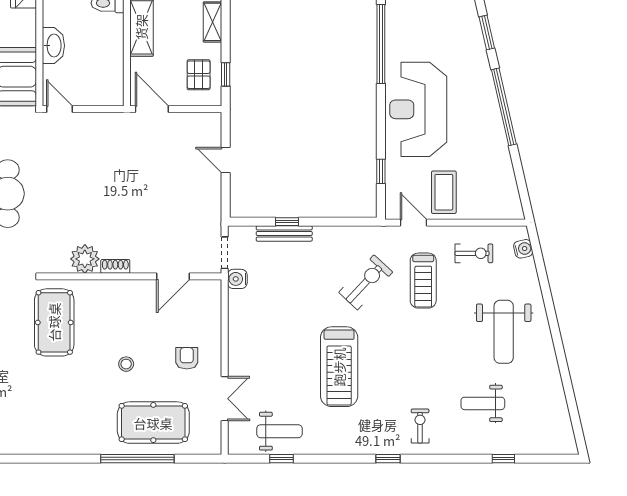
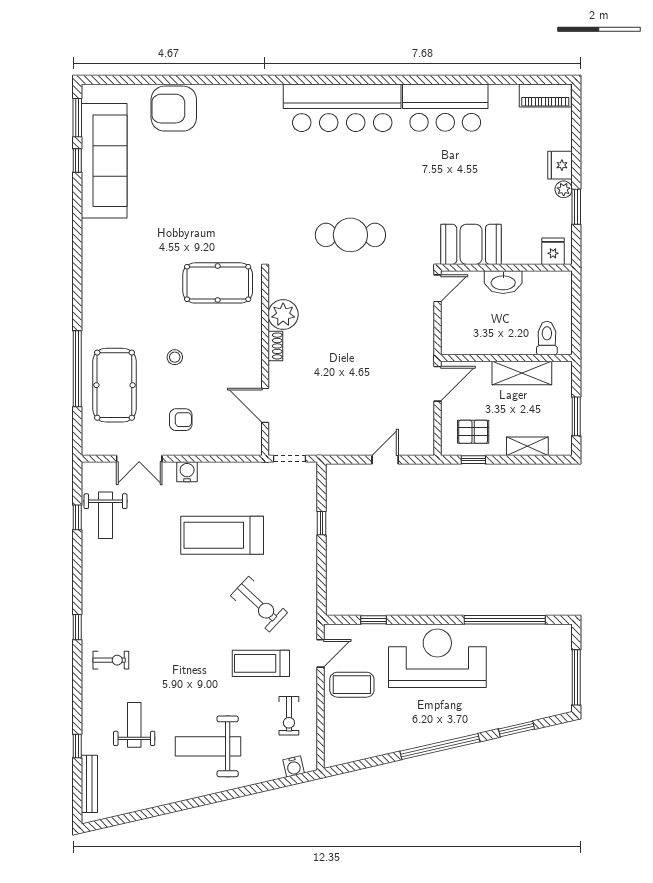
bench: (284, 233) -> (89, 784), moved
water cooler: (237, 279) -> (187, 472), moved
treadmill: (339, 367) -> (222, 535), moved

